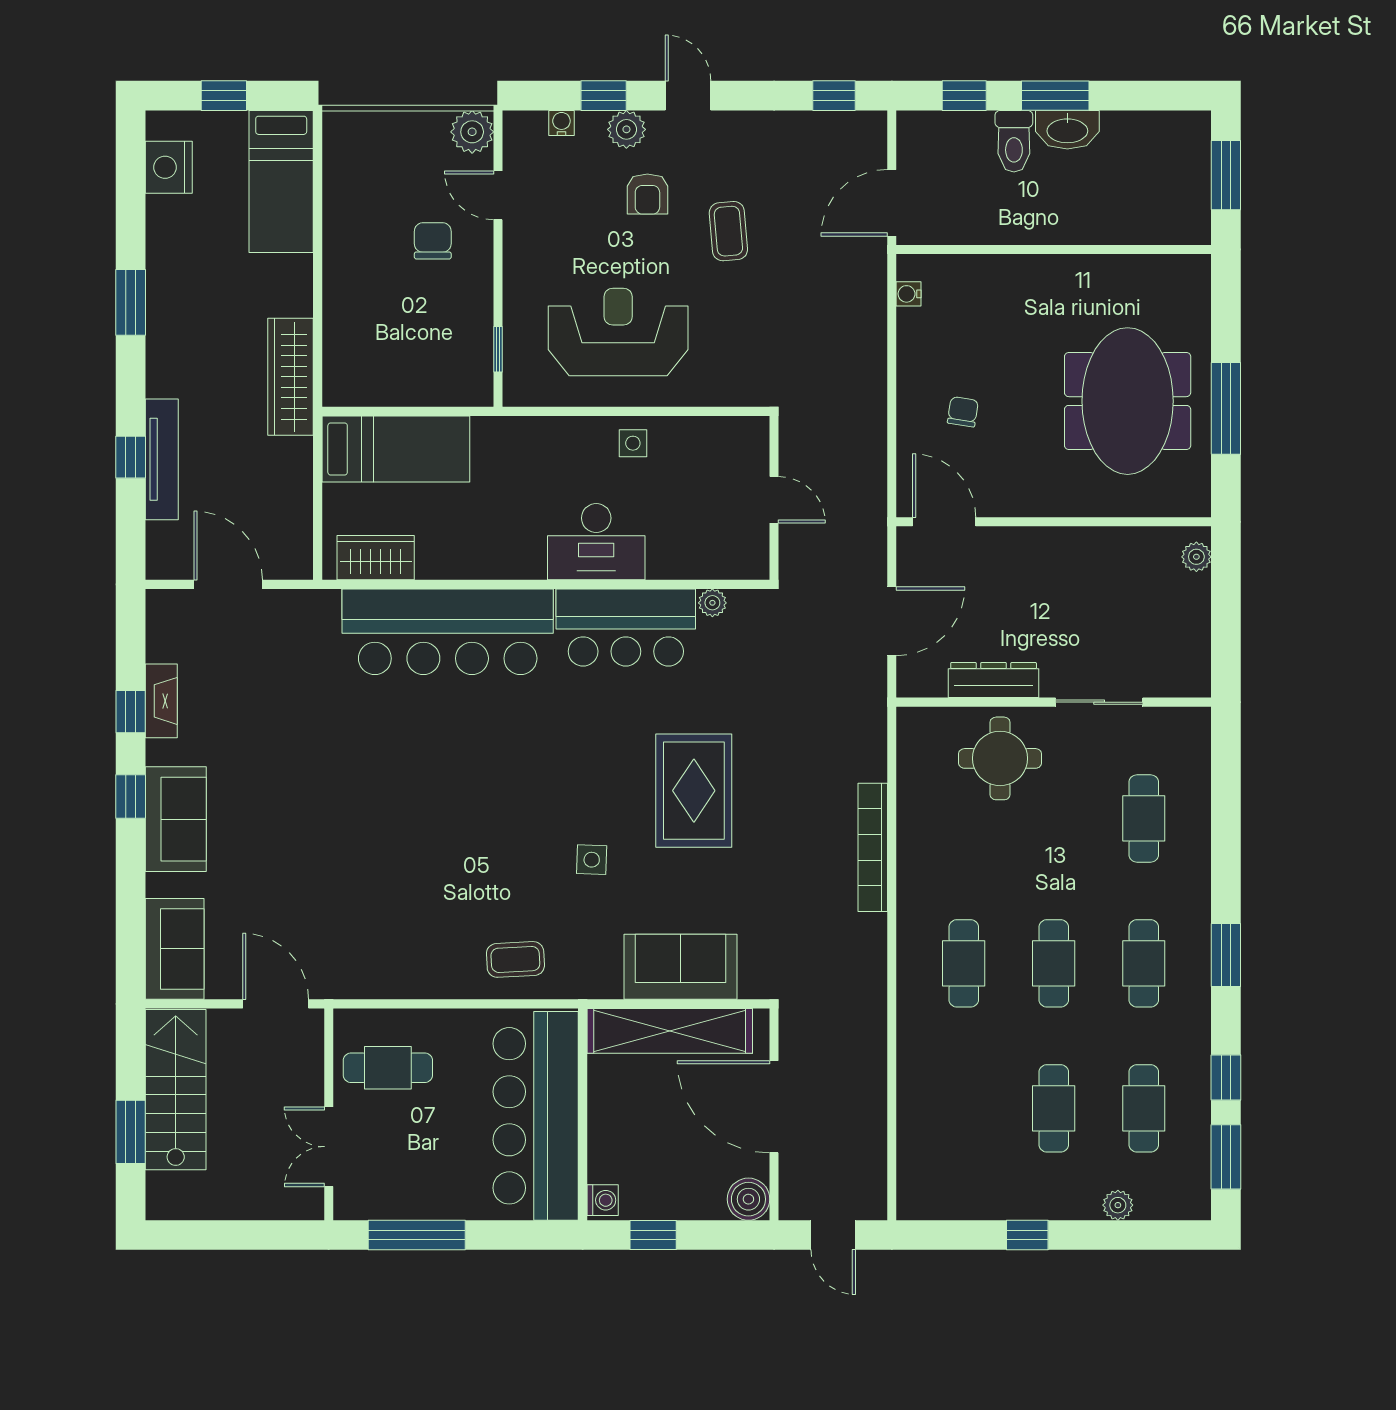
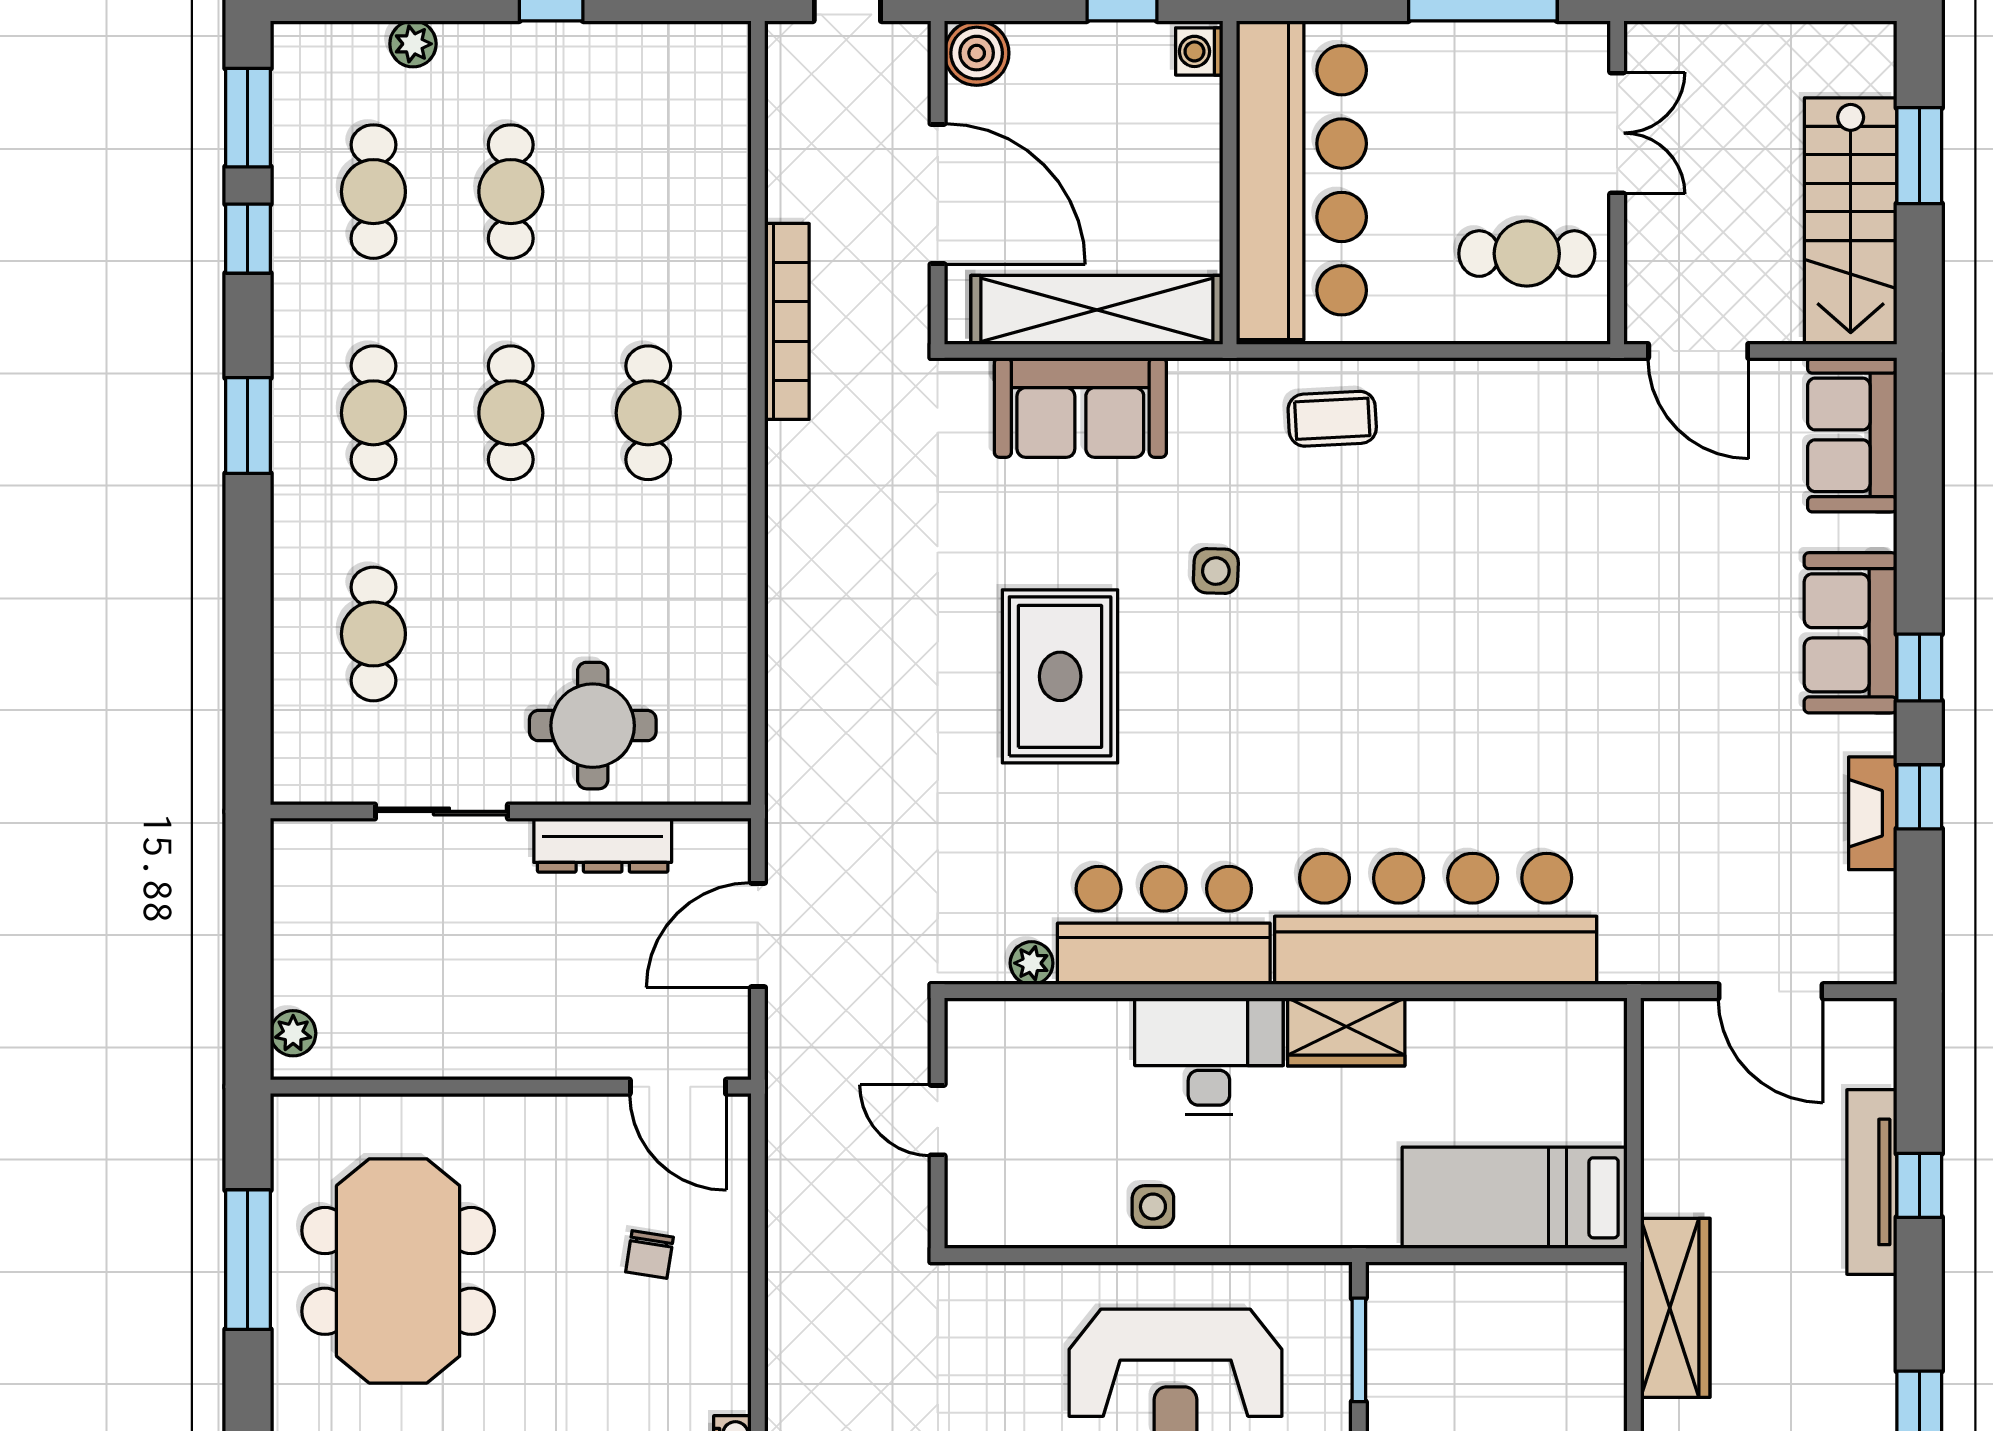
window: (498, 349) -> (1359, 1350), width x1.50
wardrobe: (376, 558) -> (1346, 1032), moved
bookcase: (873, 847) -> (787, 321), moved

